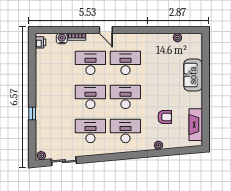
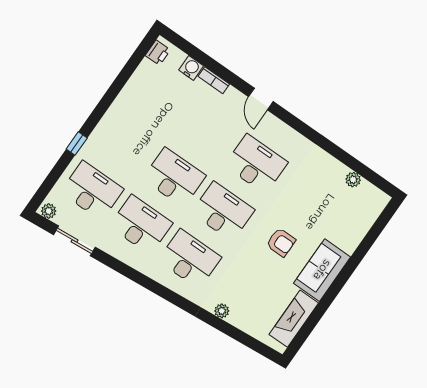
desk: (90, 63) -> (92, 191), moved
sofa: (193, 75) -> (322, 270), moved
armchair: (165, 117) -> (281, 242), moved

